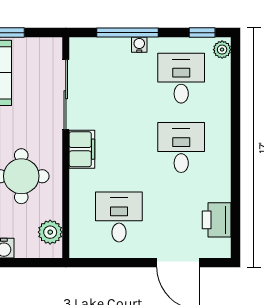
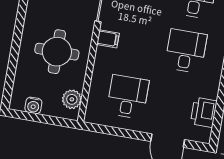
filing cabinet: (82, 149) -> (108, 39), width x0.50

